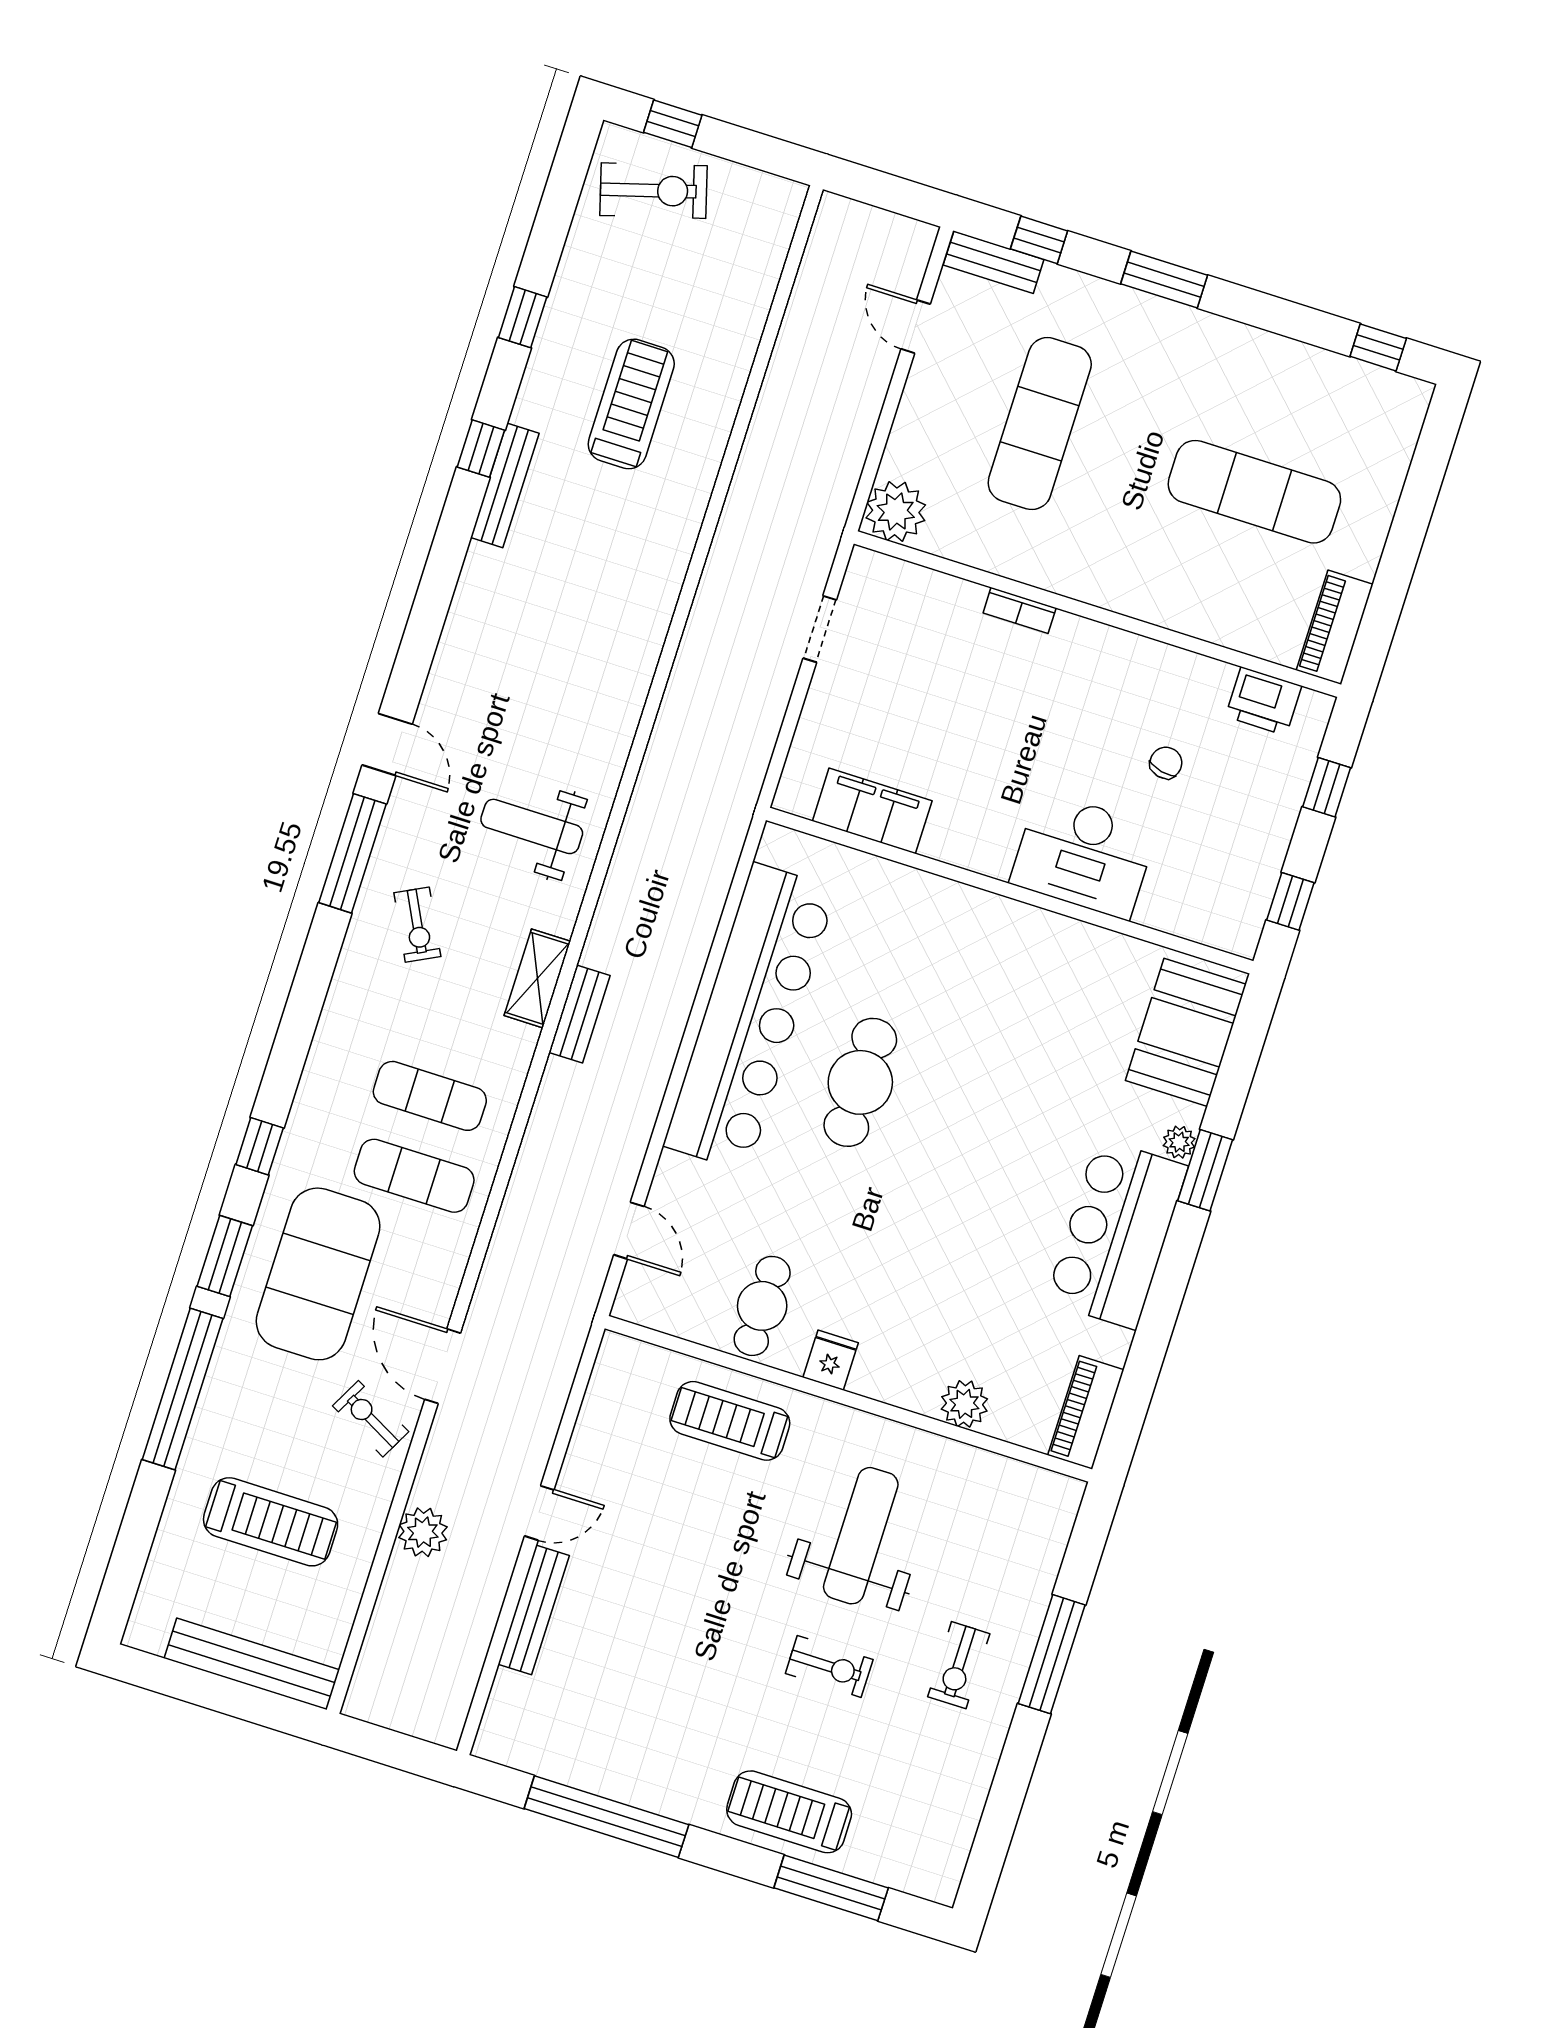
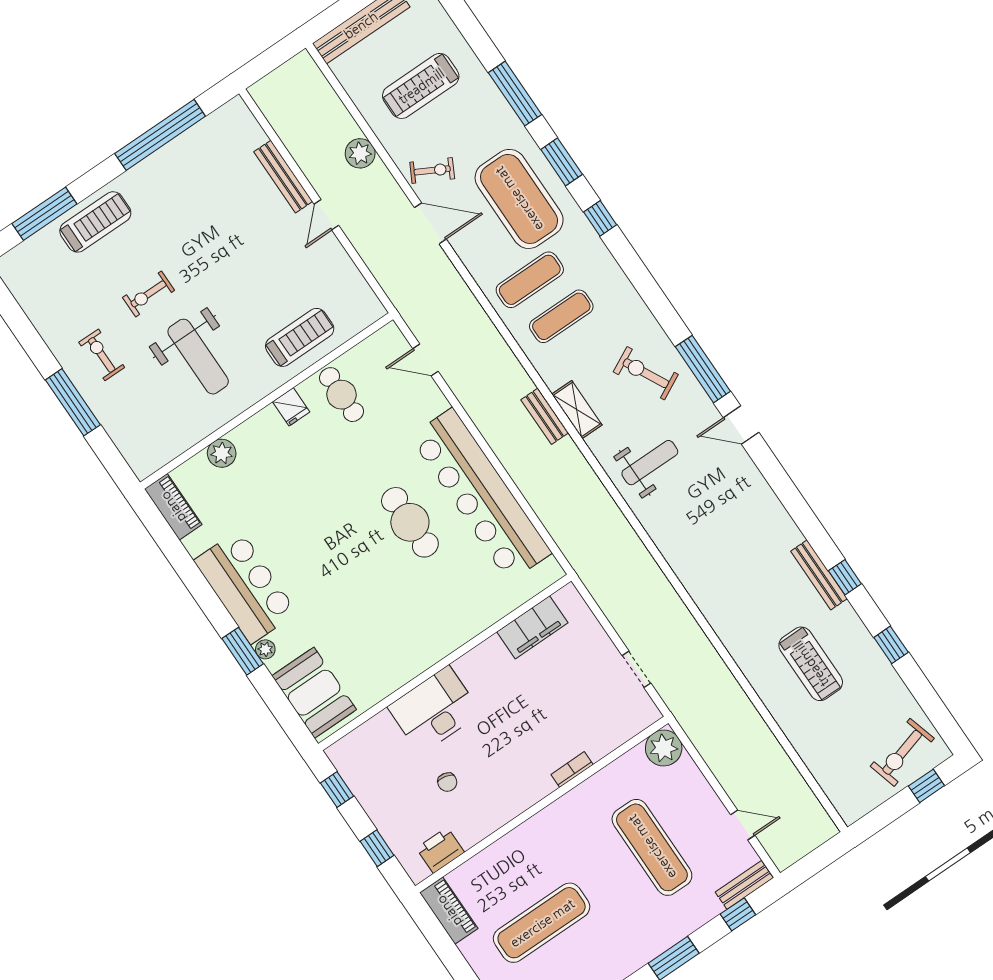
exercise bike: (417, 925) -> (646, 373), width x1.38, depth x1.39
window: (183, 1389) -> (515, 94), width x0.68

